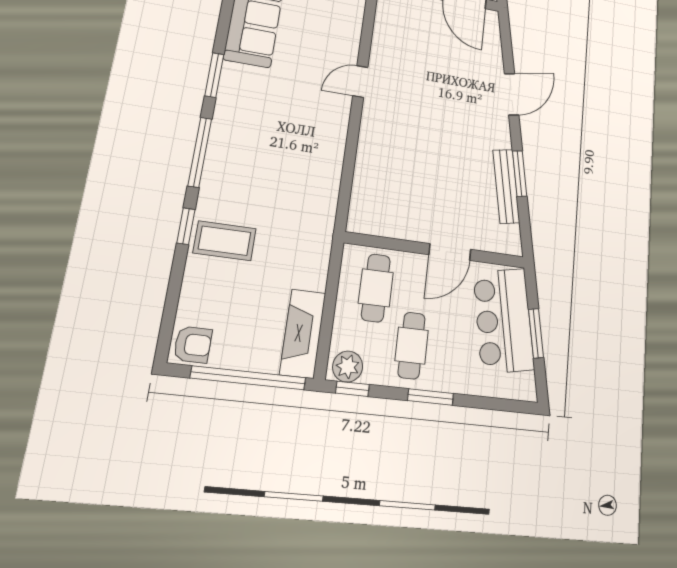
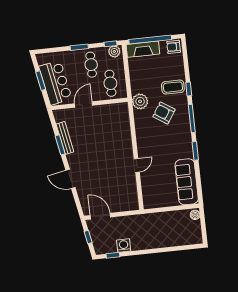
door: (512, 94) -> (71, 179), hinge flipped
armchair: (265, 183) -> (164, 113), added
plant: (315, 226) -> (140, 101), added
fireplace: (303, 334) -> (143, 49), moved, turned 90

